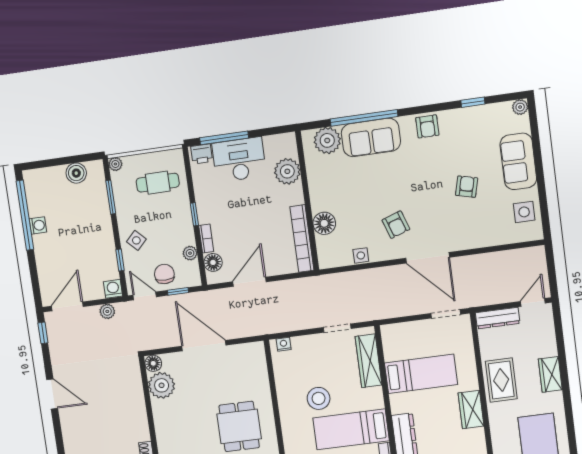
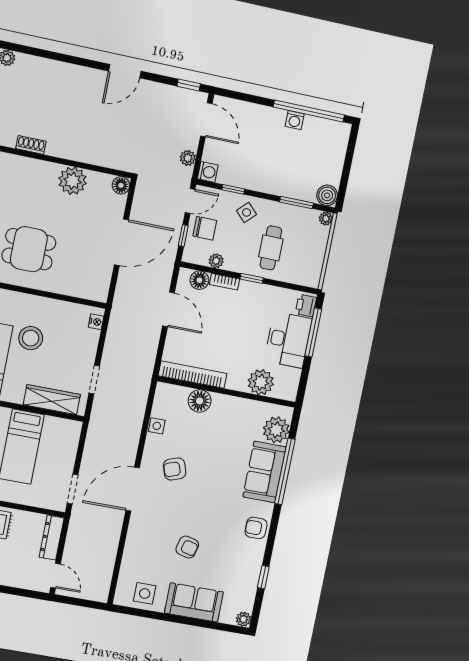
boiler: (76, 173) -> (327, 195), moved
cafe table: (158, 183) -> (271, 248), moved
plant: (162, 385) -> (73, 181), moved

